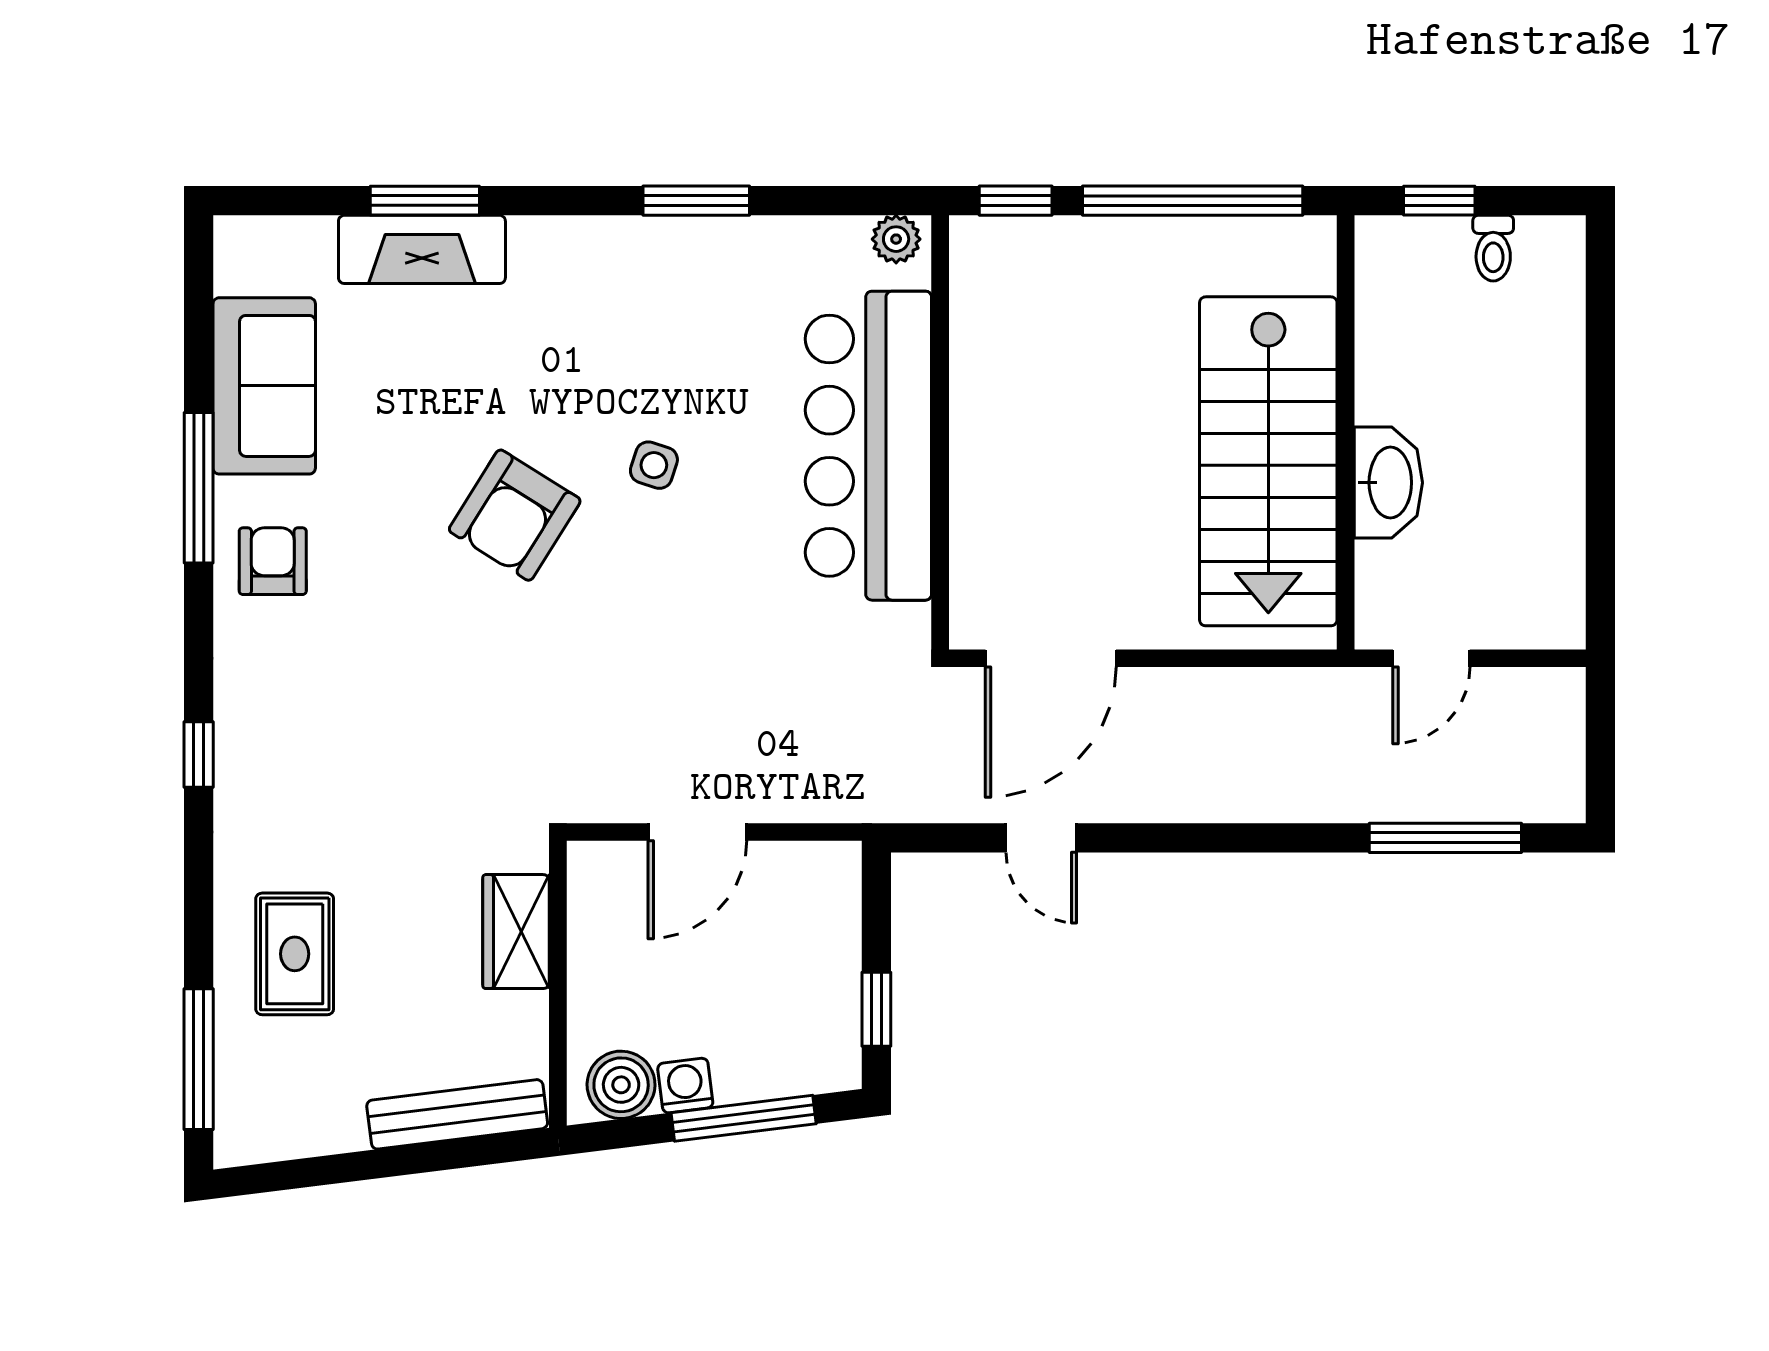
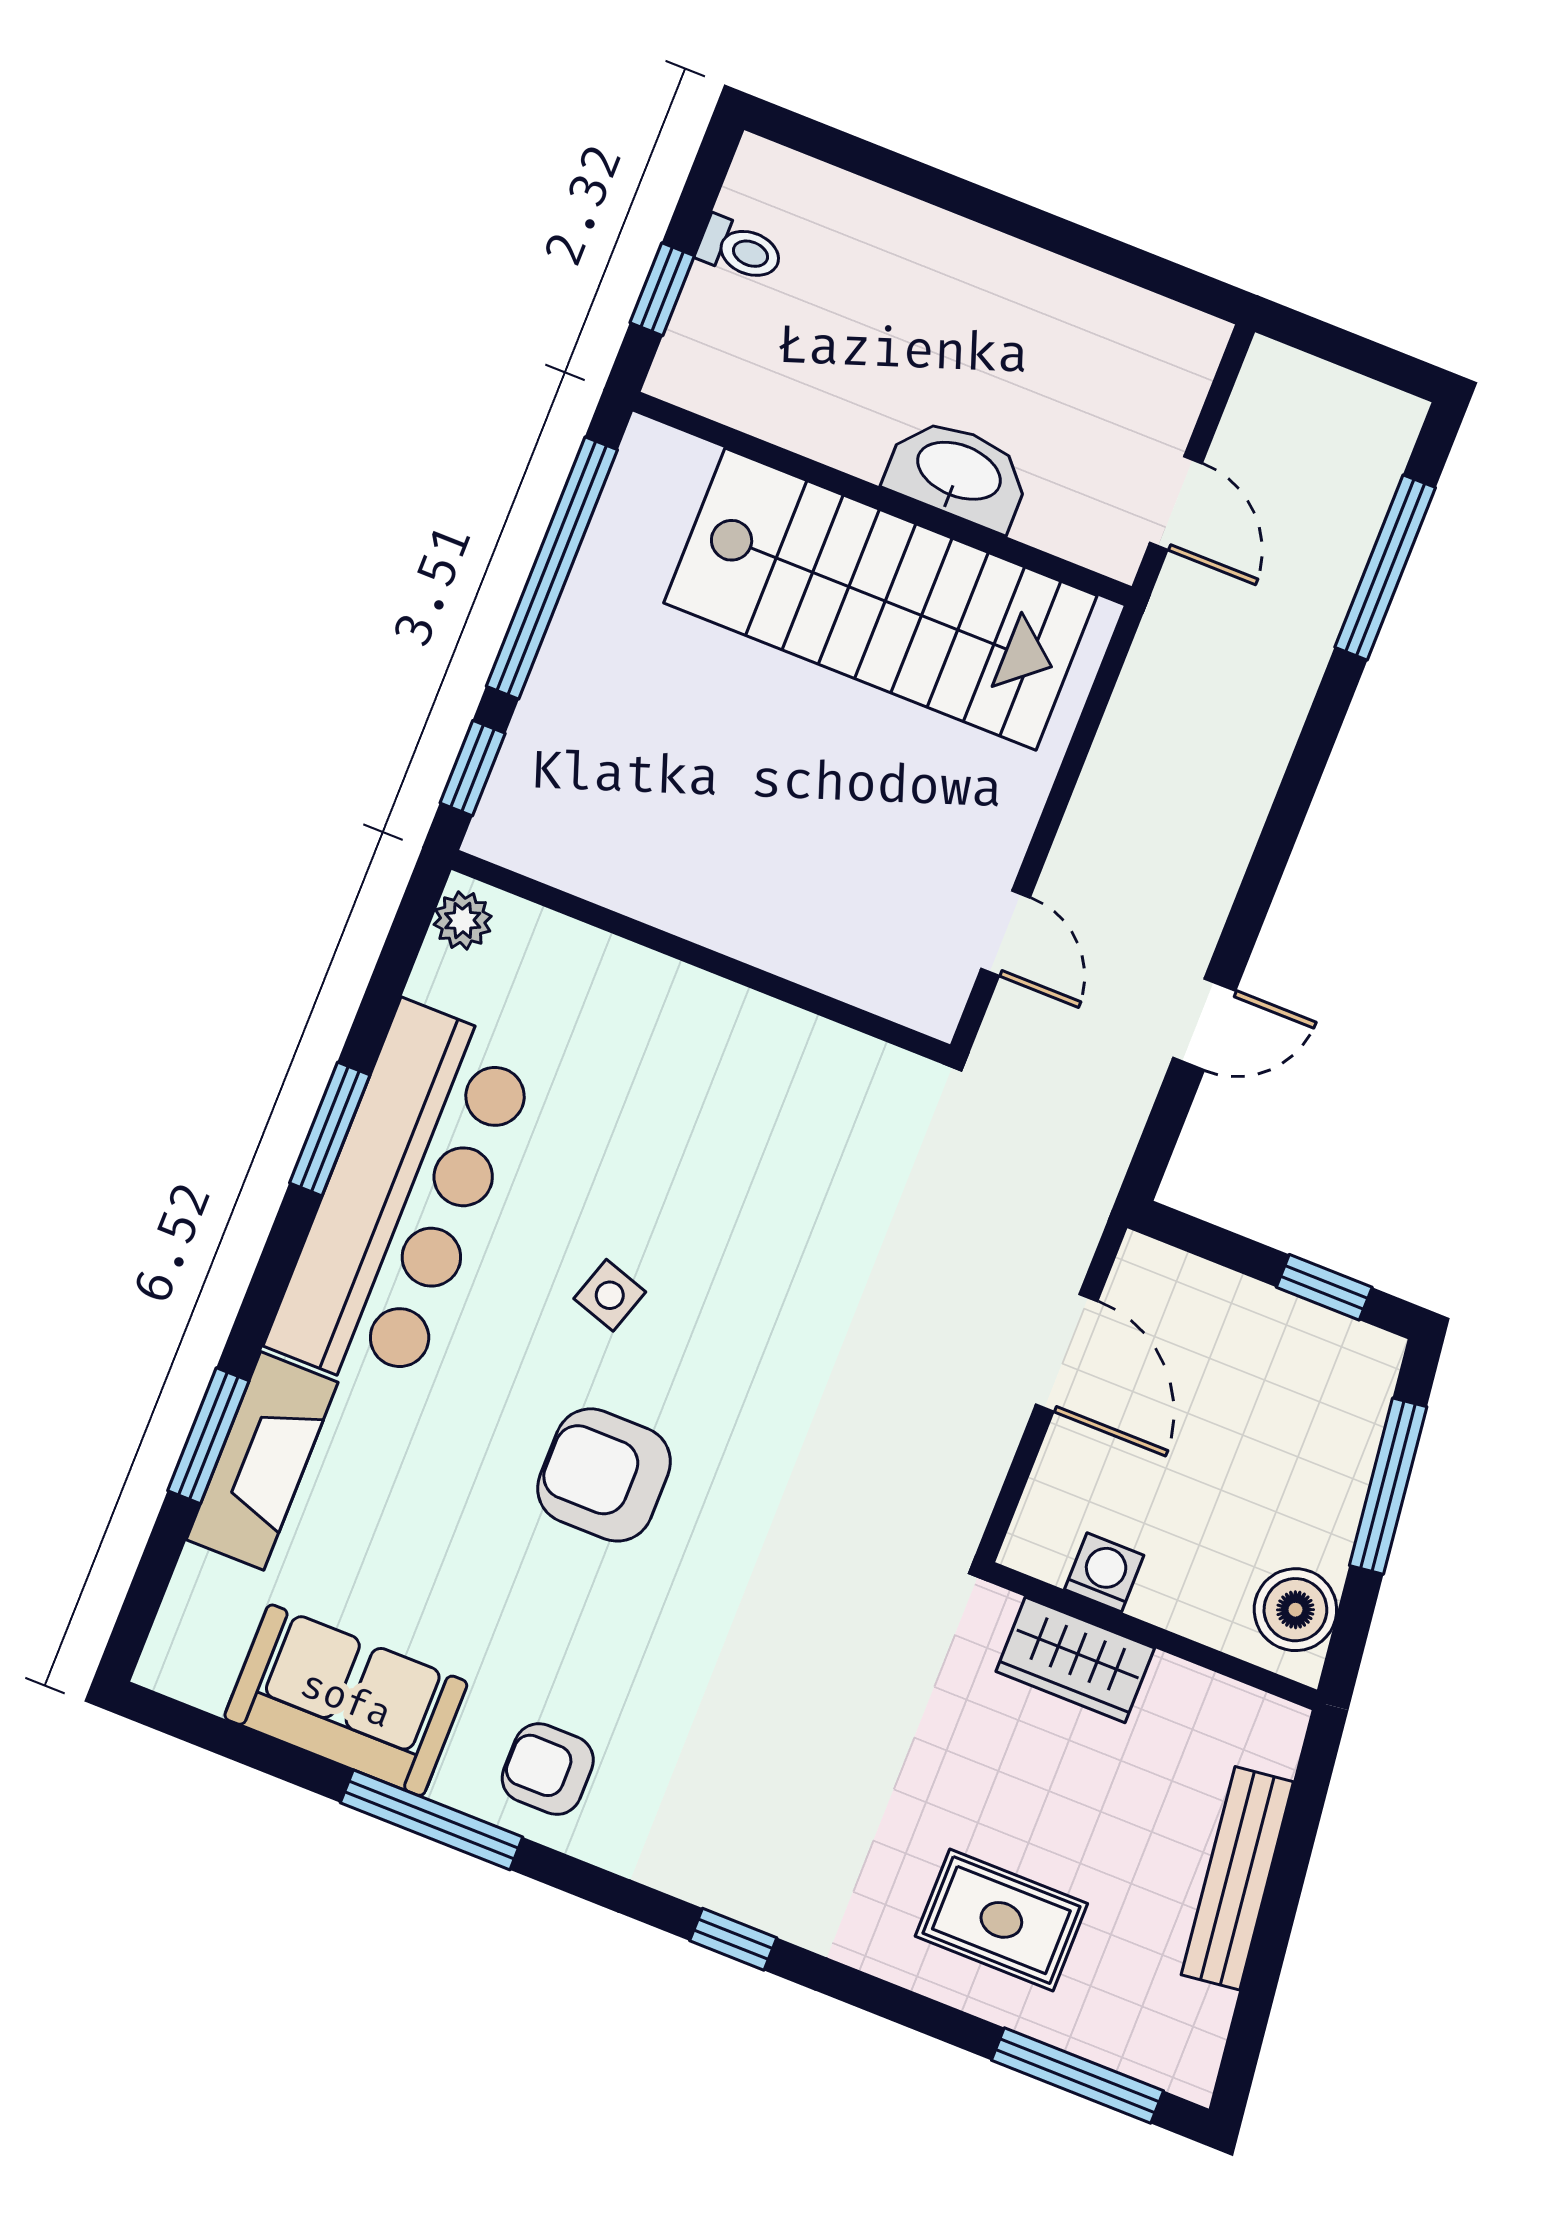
bar counter: (868, 446) -> (403, 1200), moved, turned -90
armchair: (515, 515) -> (604, 1475), turned 148
door: (1051, 658) -> (1006, 933), width x0.53
door: (697, 832) -> (1067, 1353), moved
washing machine: (685, 1086) -> (1104, 1572), moved, turned 97
bench: (457, 1114) -> (1237, 1878), moved

